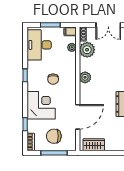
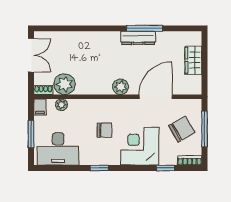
plant: (85, 77) -> (121, 87), moved
door: (78, 117) -> (156, 97), hinge flipped
chair: (54, 136) -> (182, 129), turned -120
wardrobe: (94, 145) -> (193, 60), moved

